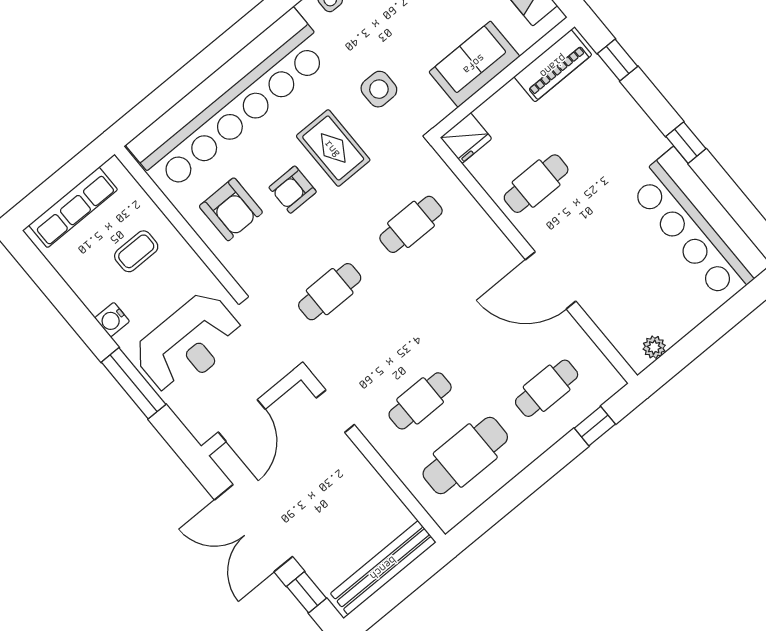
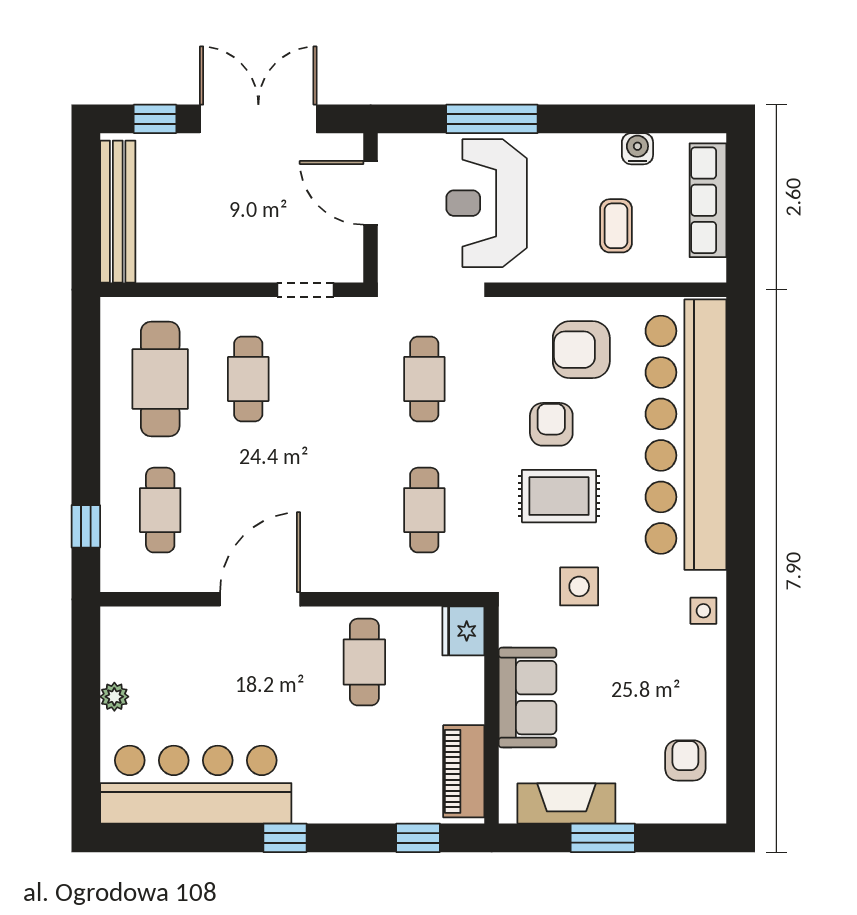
water cooler: (112, 320) -> (637, 149), moved
plant: (654, 347) -> (114, 697), moved

